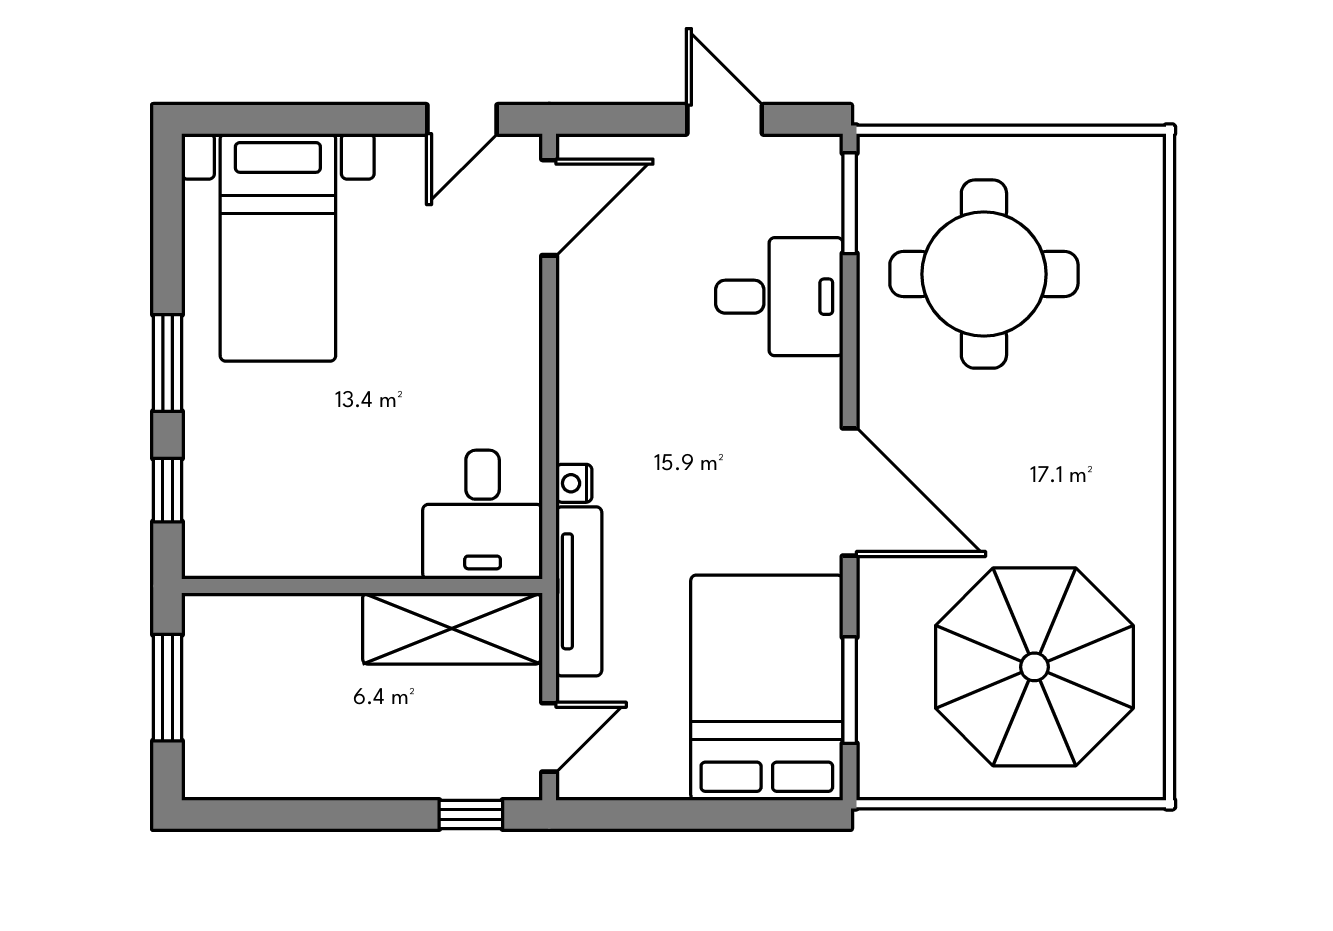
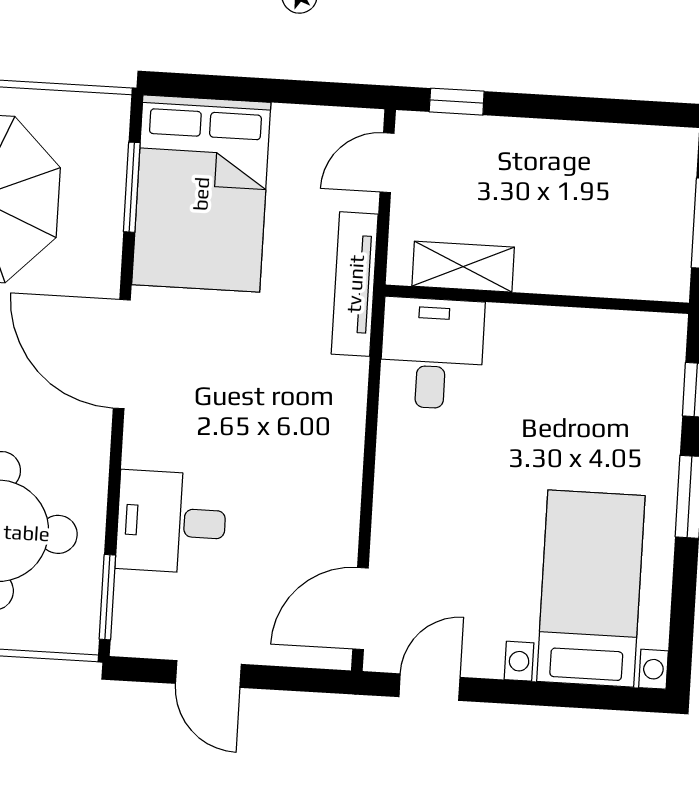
nightstand: (574, 483) -> (353, 375), removed
shelving: (452, 628) -> (463, 267), width x0.67, depth x0.75

